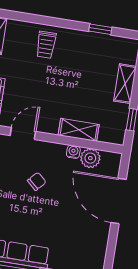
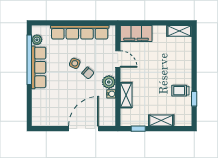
trolley: (46, 45) -> (180, 91), moved
plant: (90, 158) -> (109, 82), moved
side table: (19, 199) -> (75, 63), added

